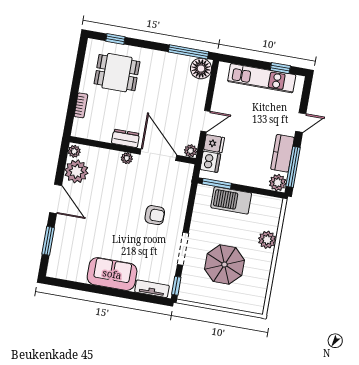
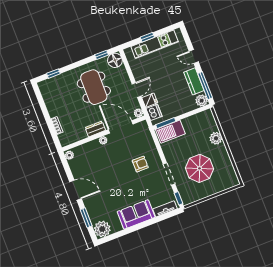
window: (189, 52) -> (102, 55), width x0.46
window: (280, 68) -> (147, 37), moved
dining table: (117, 73) -> (94, 87), moved, width x1.38
door: (301, 123) -> (194, 56), swing flipped
plant: (76, 171) -> (102, 229), moved
barbecue: (231, 200) -> (170, 132), moved

